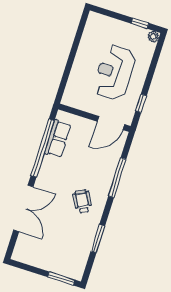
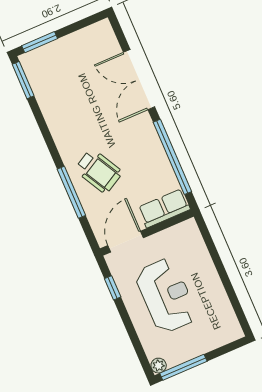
window: (140, 23) -> (183, 367), width x2.17
row of seats: (58, 139) -> (164, 208), moved, turned 90
wheelchair: (82, 201) -> (99, 171), moved, width x1.36, depth x1.37
window: (98, 239) -> (23, 80), moved

